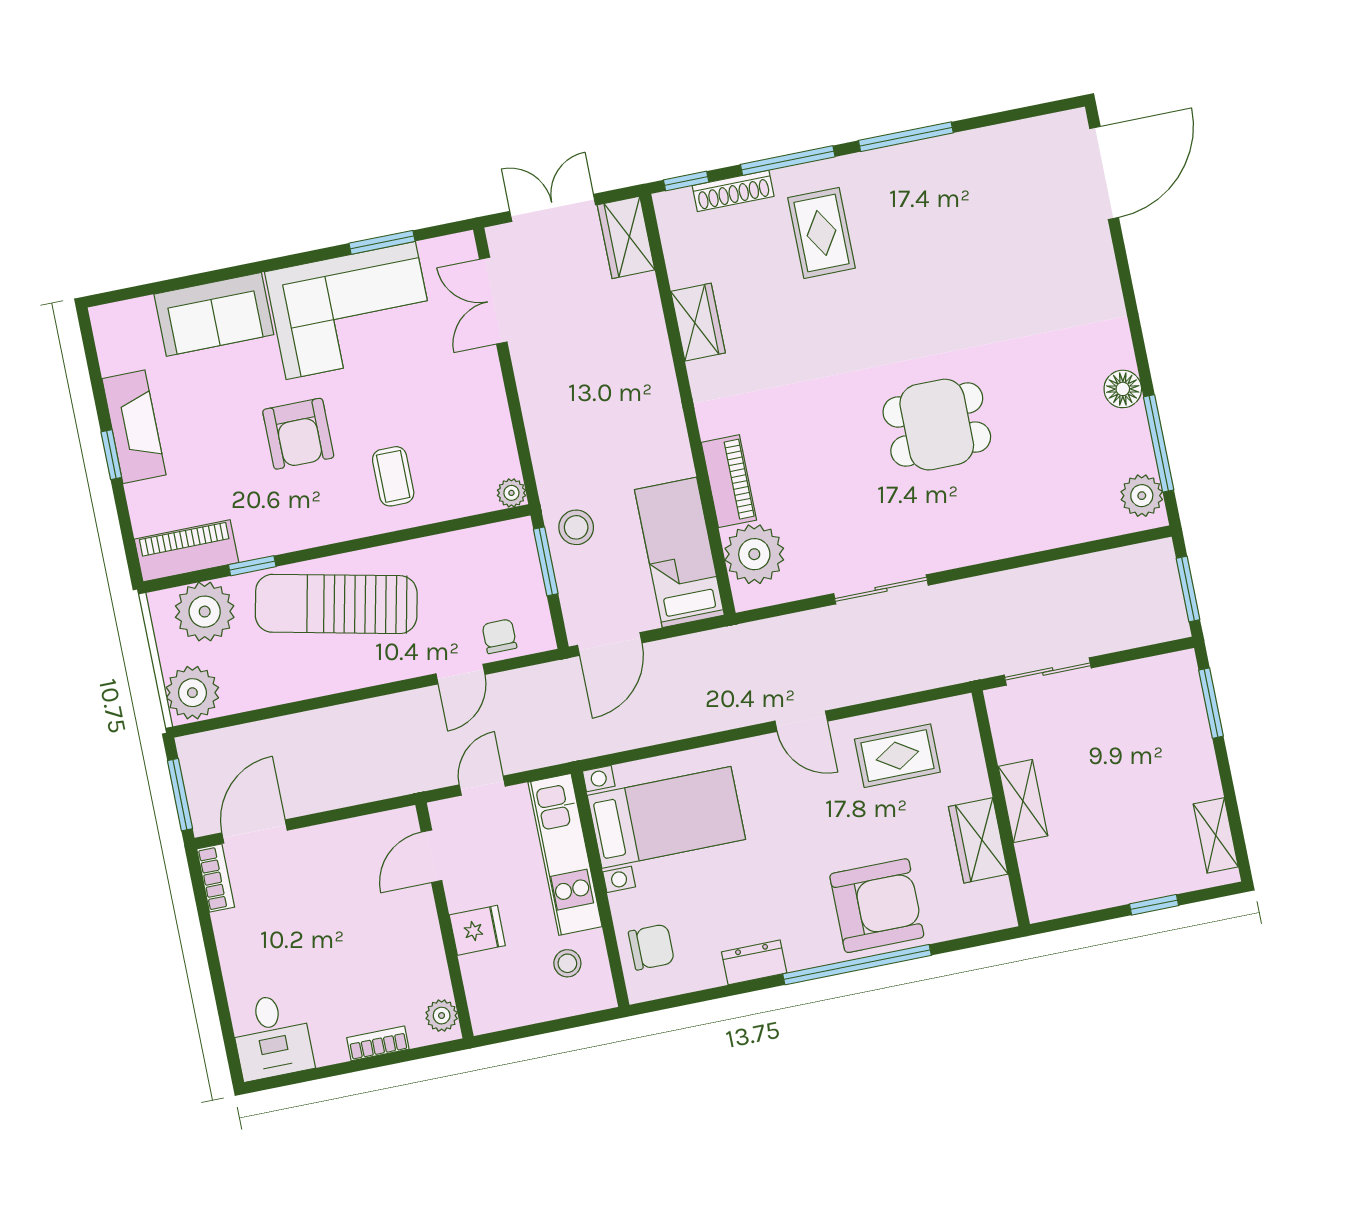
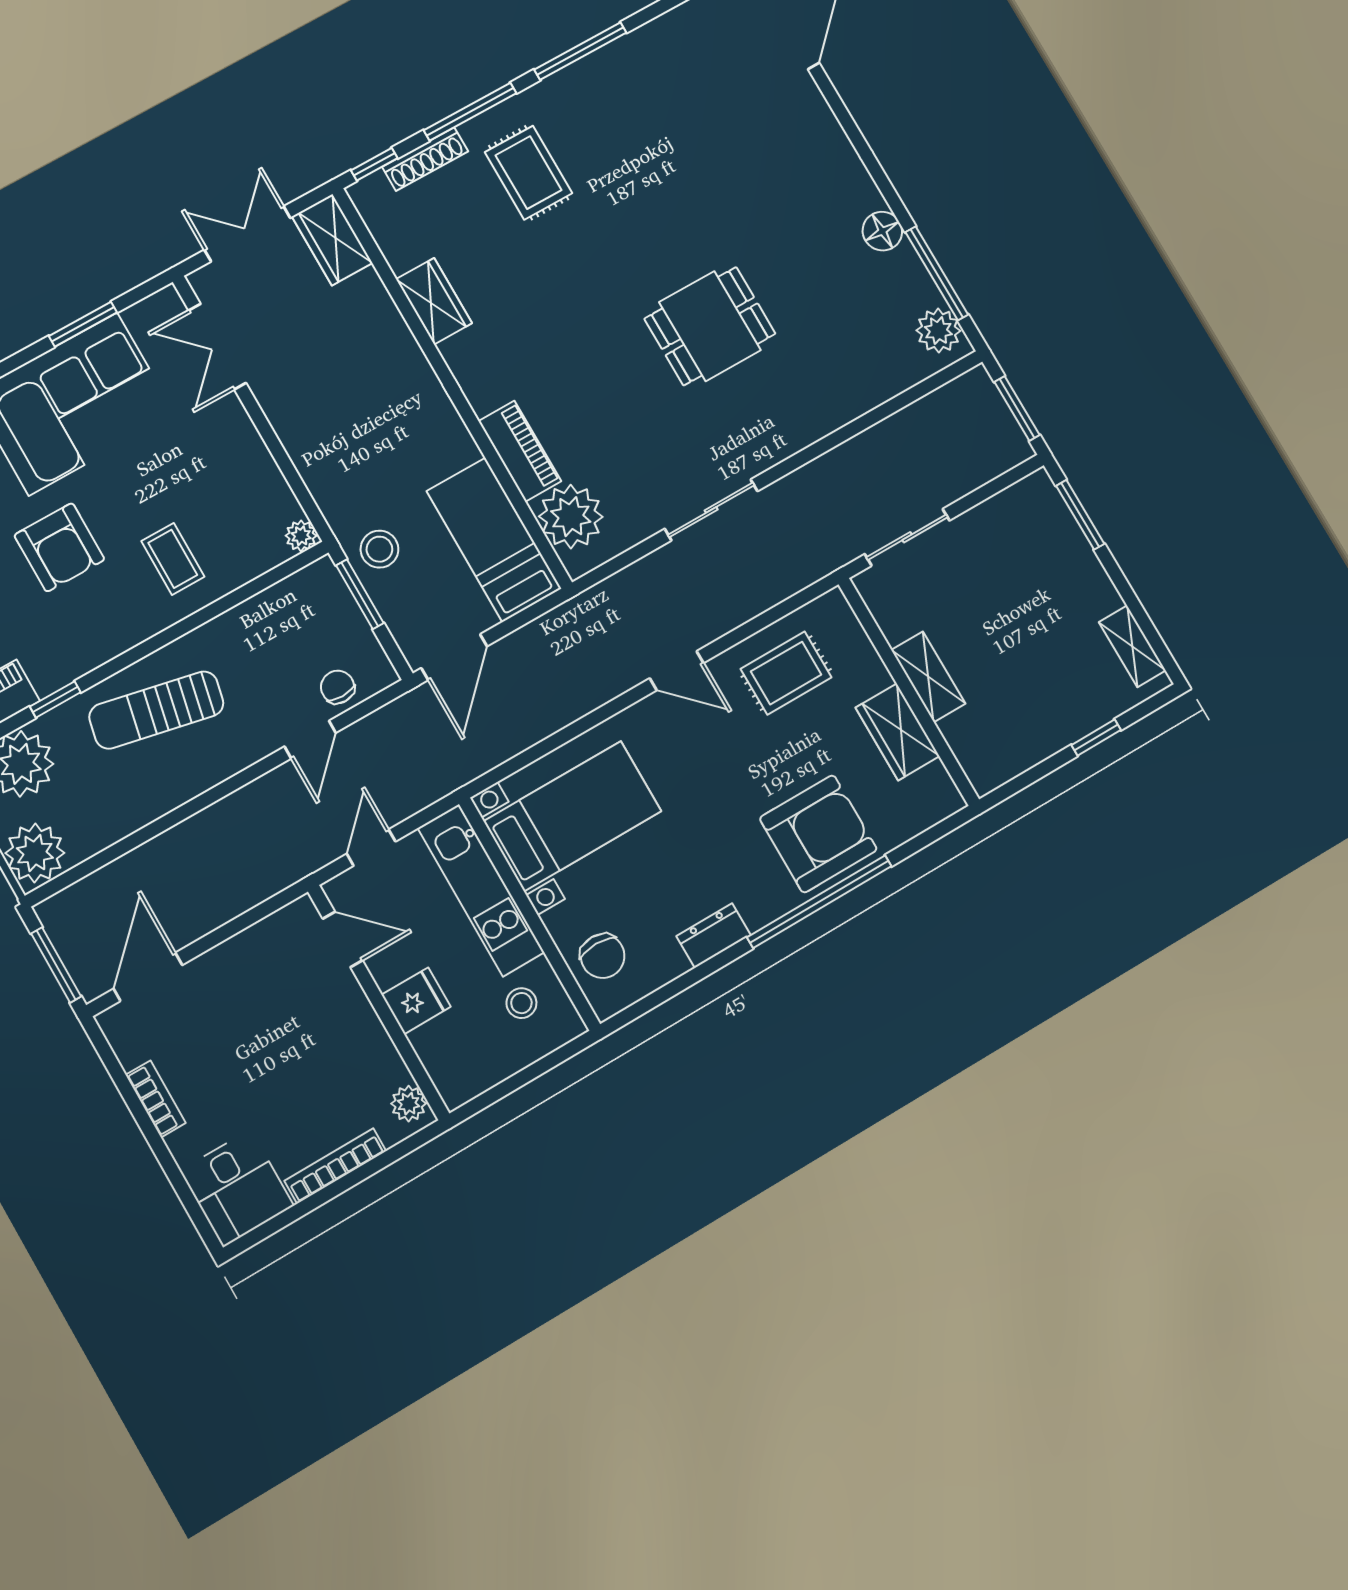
sun lounger: (336, 604) -> (156, 710), width x0.73, depth x0.75
door: (432, 856) -> (343, 940), swing flipped
bookcase: (216, 878) -> (156, 1099), moved
chair: (651, 947) -> (603, 956), turned 90
bookcase: (378, 1043) -> (335, 1166), width x1.56

